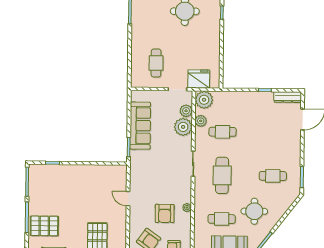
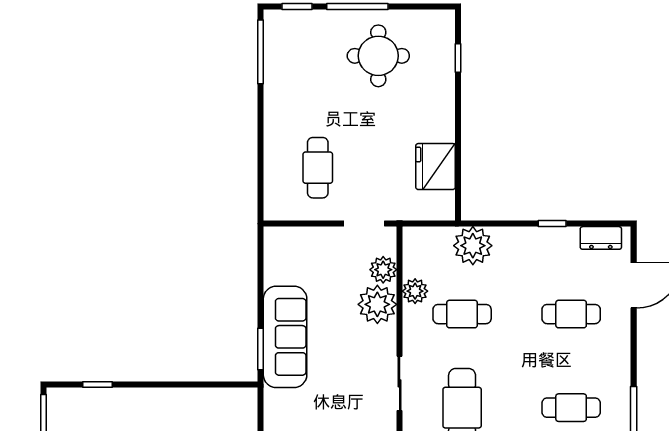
fridge: (199, 79) -> (436, 167), moved, turned -90
dresser: (287, 97) -> (601, 238), width x0.70
plant: (204, 100) -> (473, 246), moved
sofa: (140, 126) -> (285, 337), moved
cafe table: (273, 132) -> (571, 314), added

